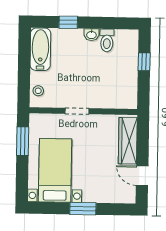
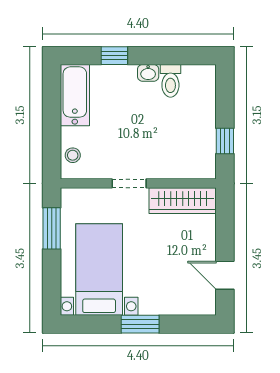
window: (144, 62) -> (225, 141), moved
wardrobe: (128, 141) -> (183, 201), moved, turned -90

